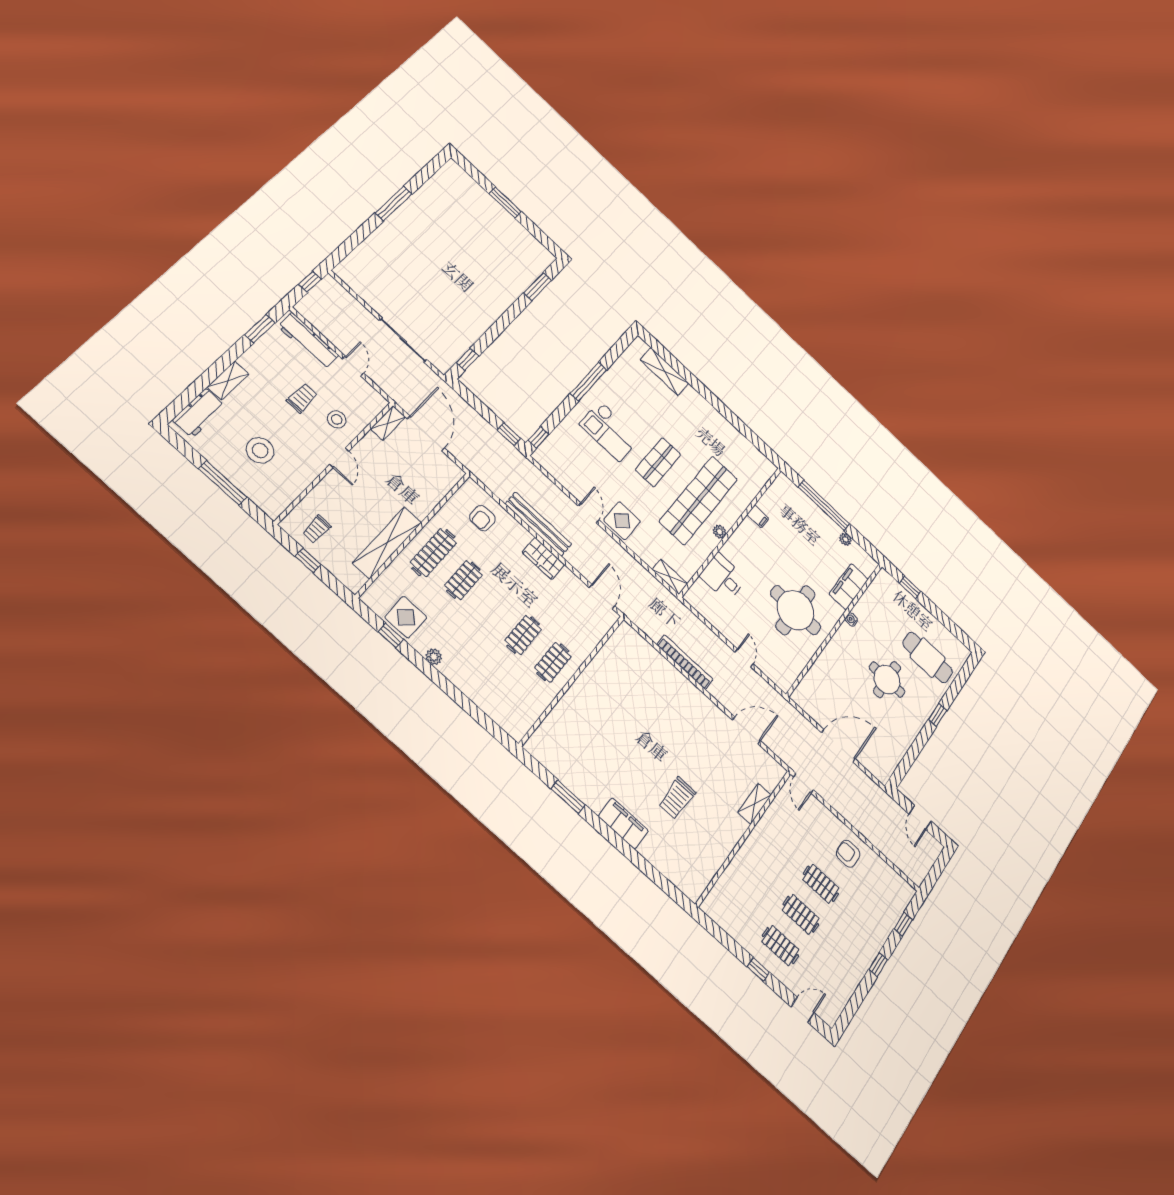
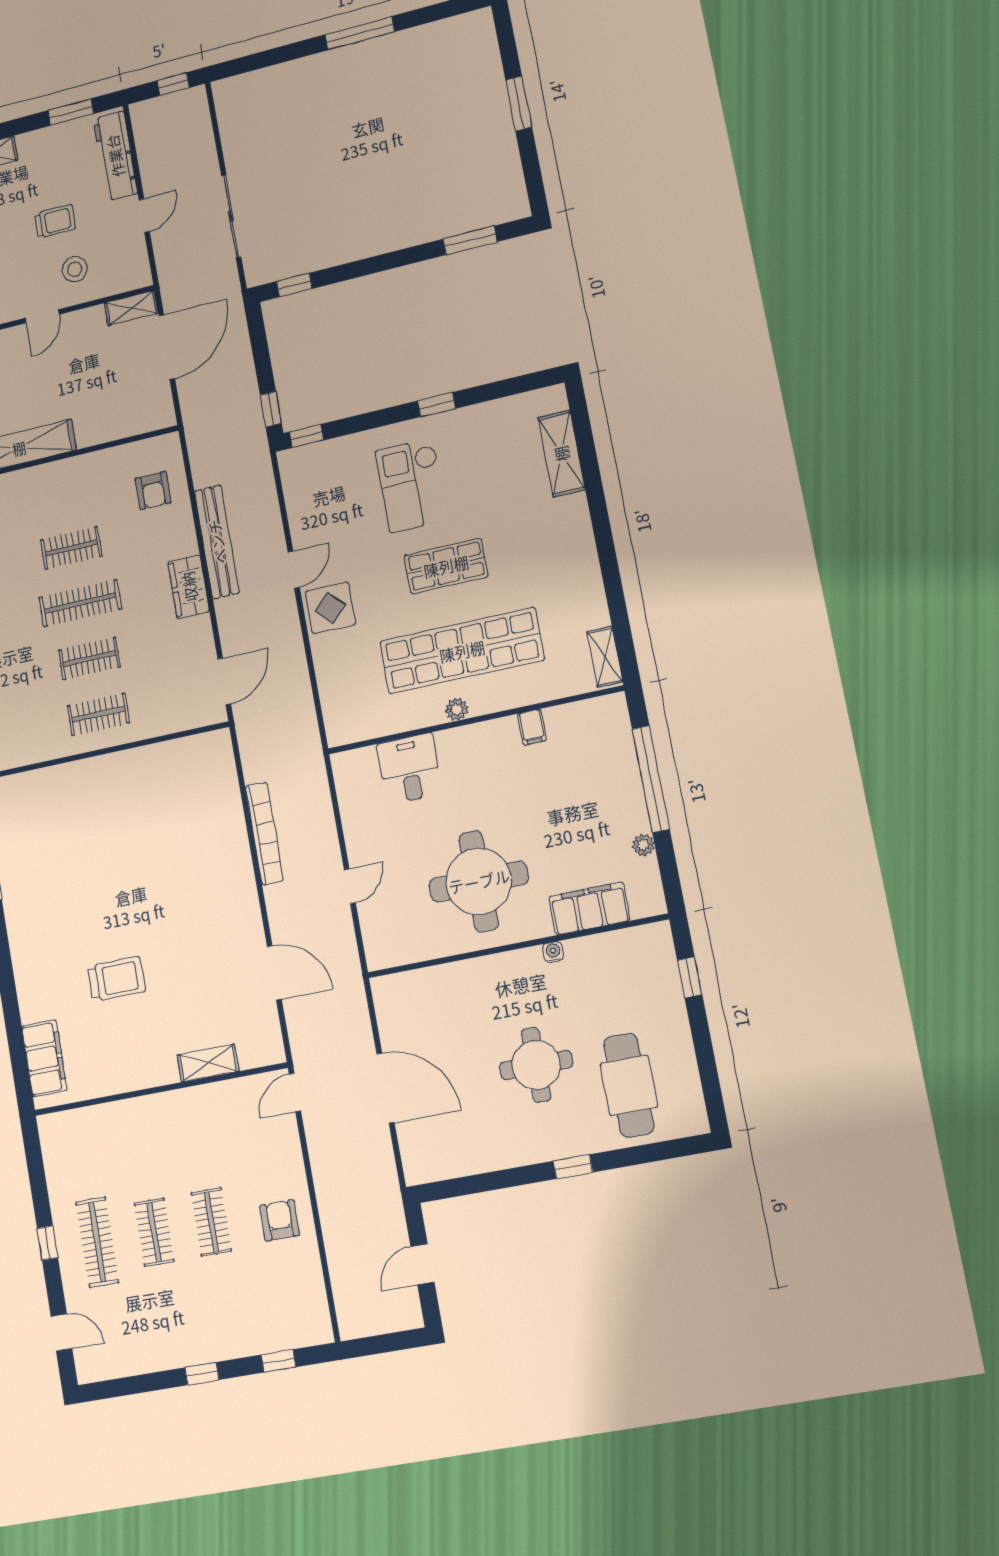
window: (589, 382) -> (437, 405), width x0.46
armchair: (482, 518) -> (153, 491), turned -90
clothes rail: (433, 553) -> (80, 603), moved
shelving: (670, 577) -> (605, 657), moved
trolley: (677, 798) -> (116, 979), turned 180
filing cabinet: (623, 824) -> (44, 1058), moved
clothes rail: (780, 946) -> (97, 1242), width x1.36

